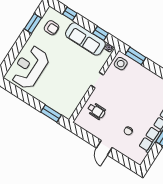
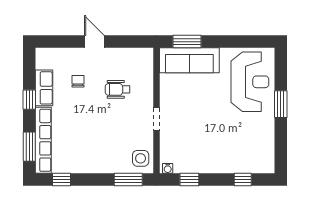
window: (33, 23) -> (281, 104), moved
armchair: (52, 28) -> (254, 148), removed
sofa: (85, 39) -> (189, 60), moved, turned 180
wheelchair: (96, 111) -> (118, 89), moved

